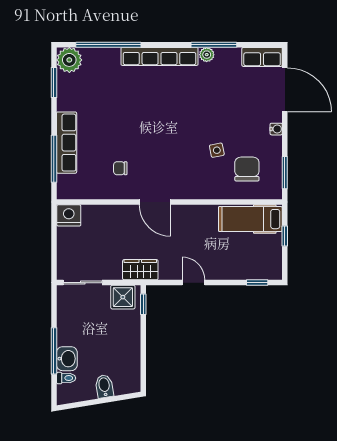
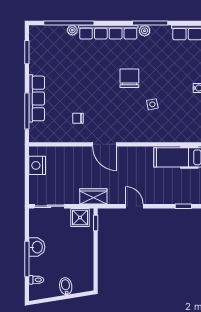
plant: (69, 60) -> (72, 30), moved, width x0.53, depth x0.53
chair: (247, 169) -> (129, 78), moved
nightstand: (69, 215) -> (37, 165), moved, turned -90
washbasin: (67, 359) -> (37, 247), moved

